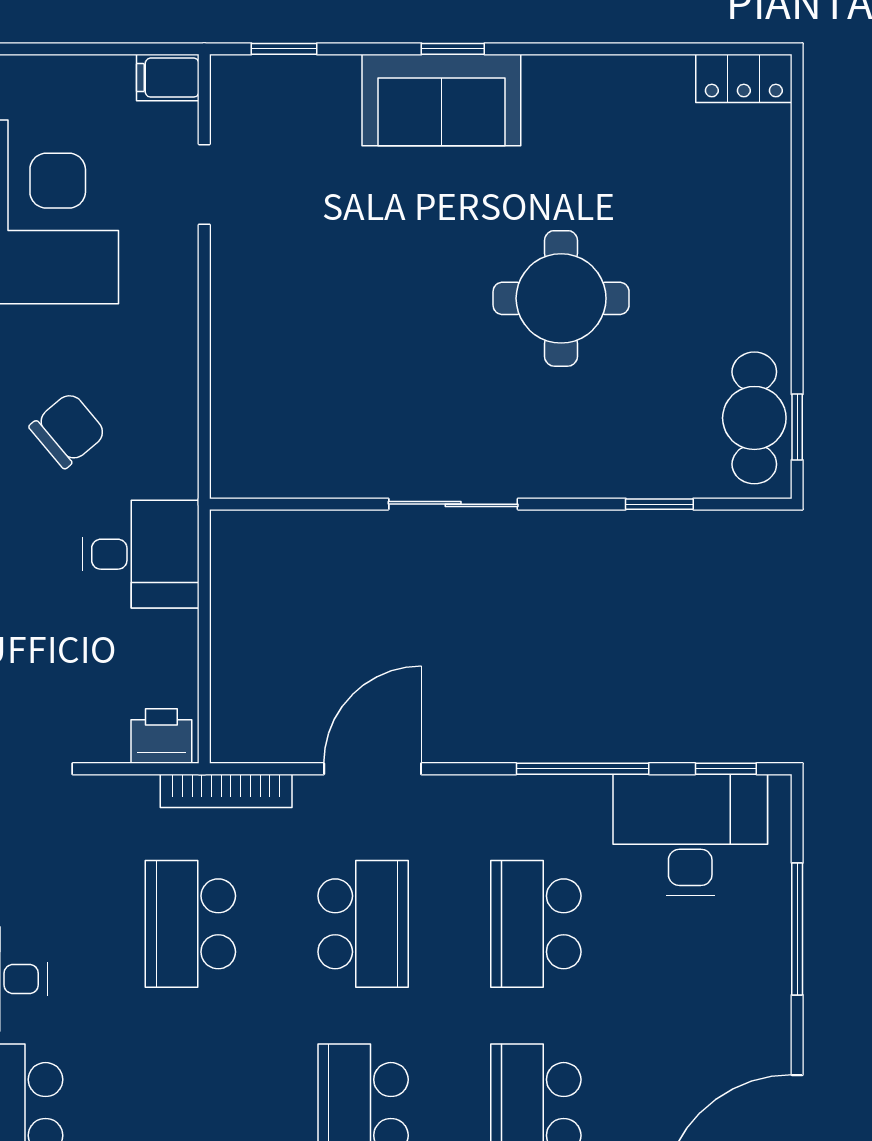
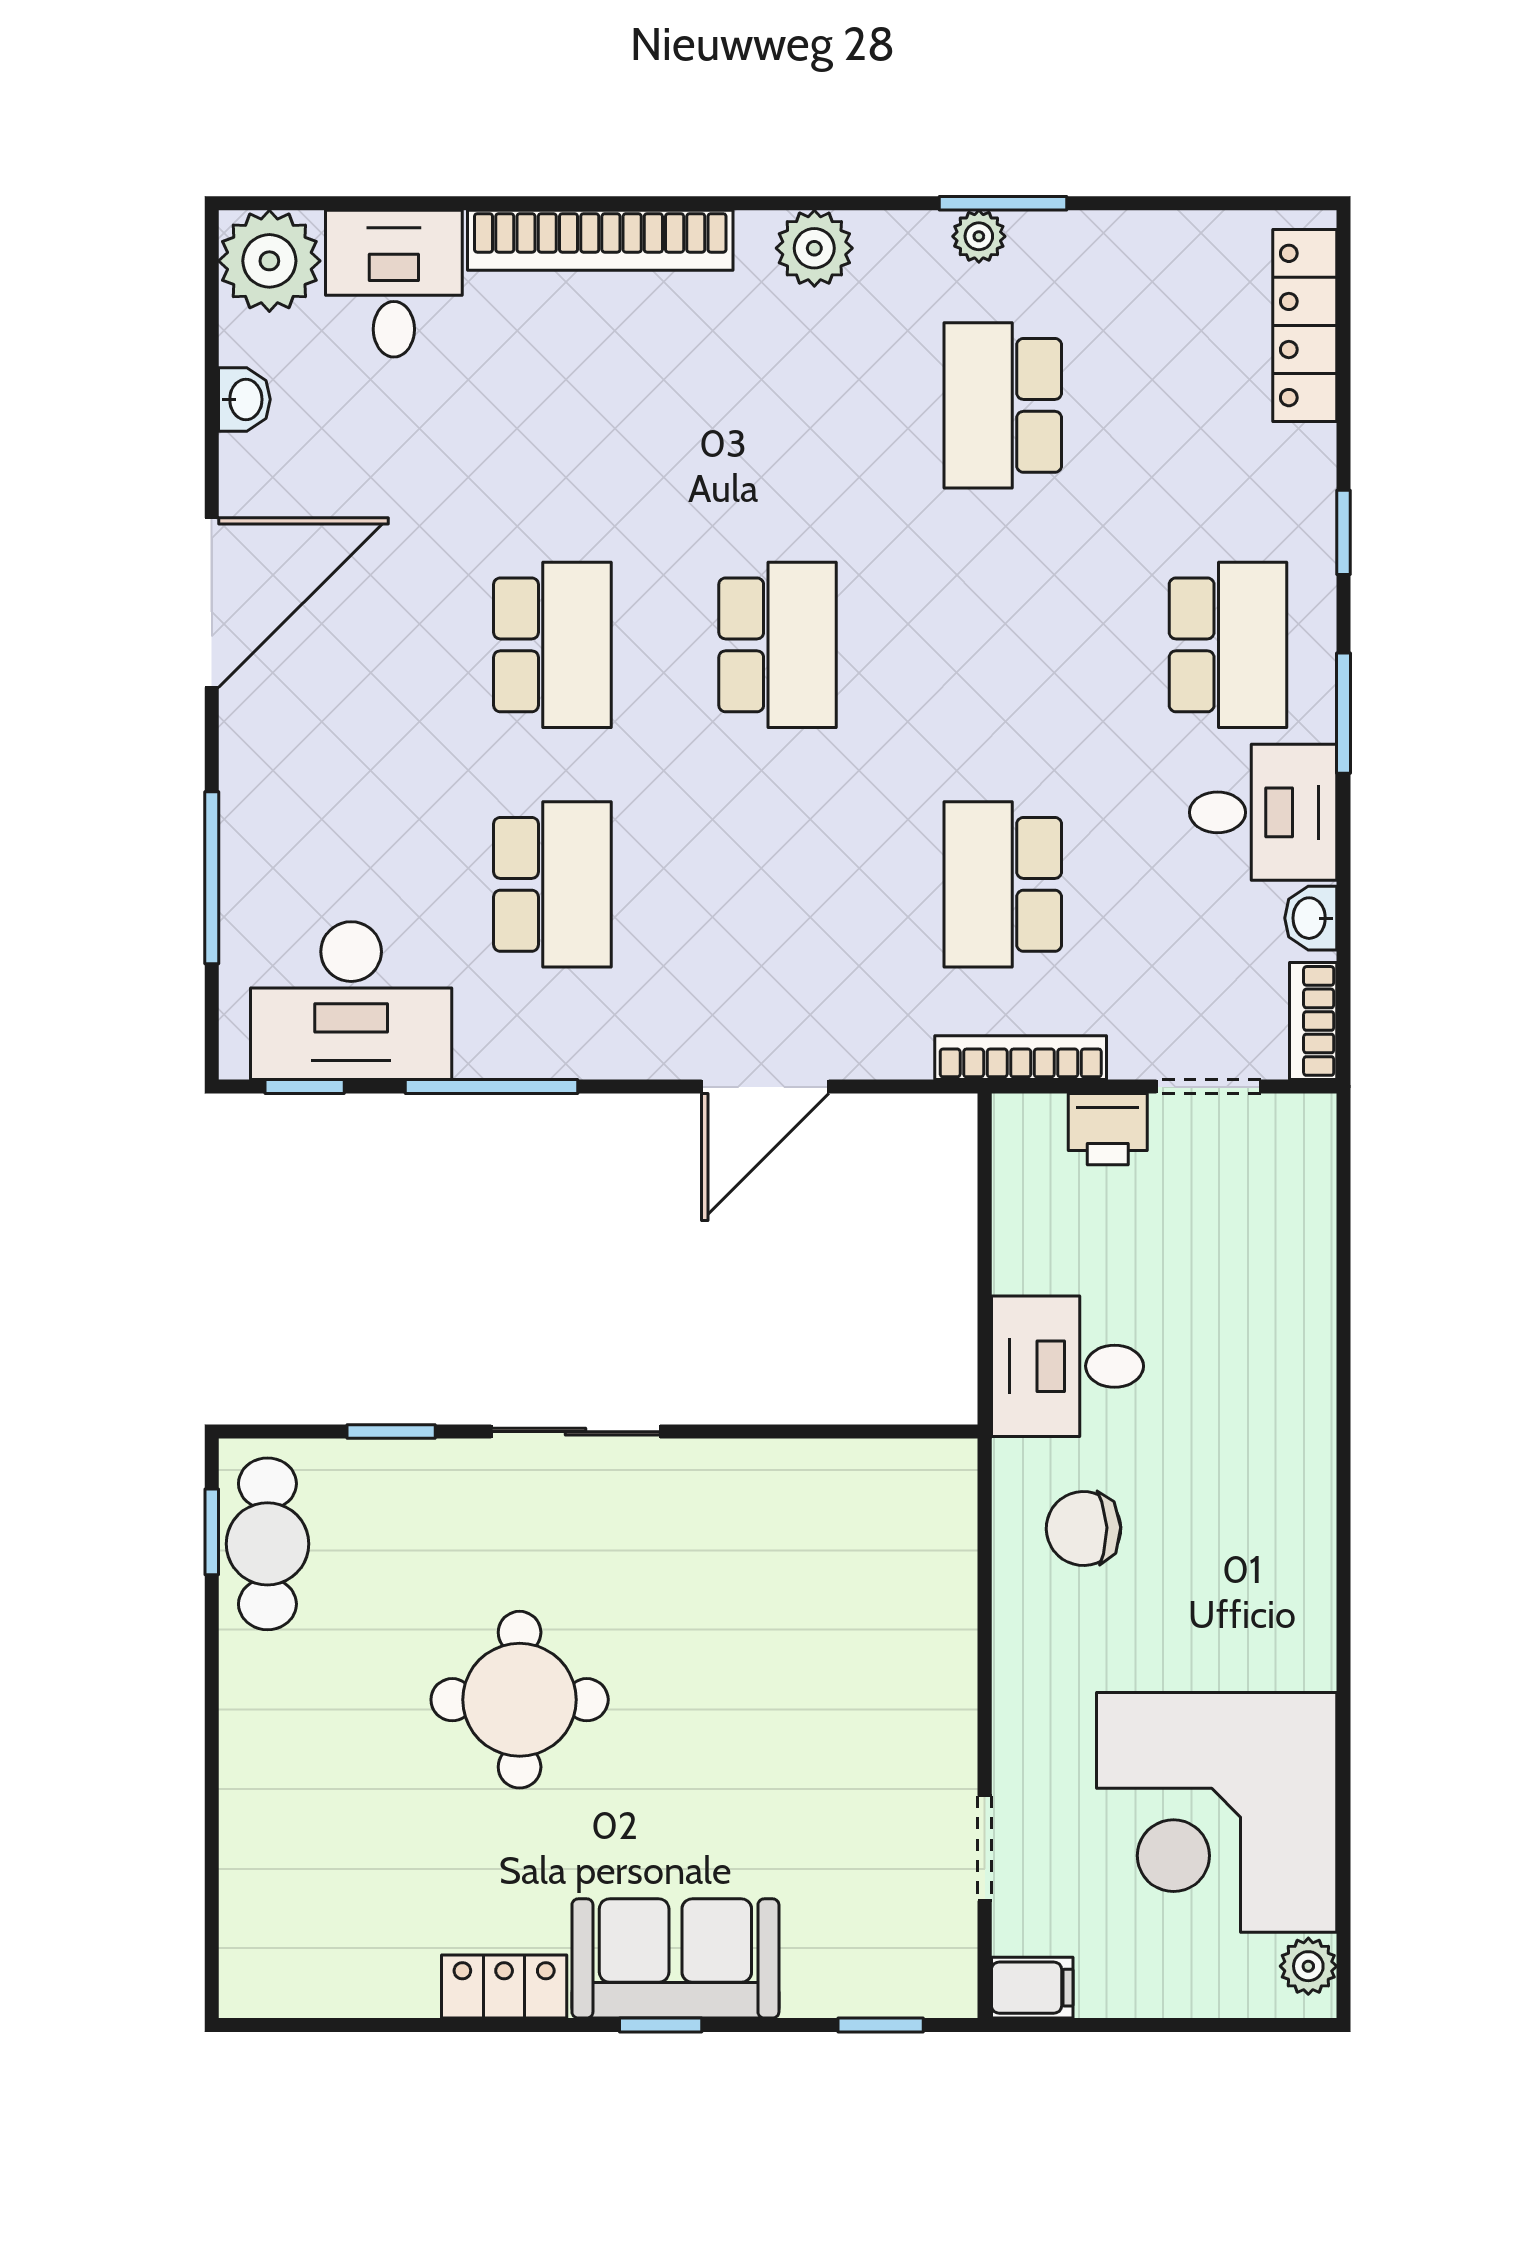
locker: (744, 78) -> (504, 1987), moved
chair: (68, 430) -> (1083, 1529), moved, turned 38
sliding door: (453, 504) -> (576, 1432), moved
printer: (161, 736) -> (1108, 1129), moved
bookcase: (226, 791) -> (1021, 1058), moved
school desk: (190, 924) -> (1003, 884), turned 180
school desk: (363, 924) -> (778, 884), removed

